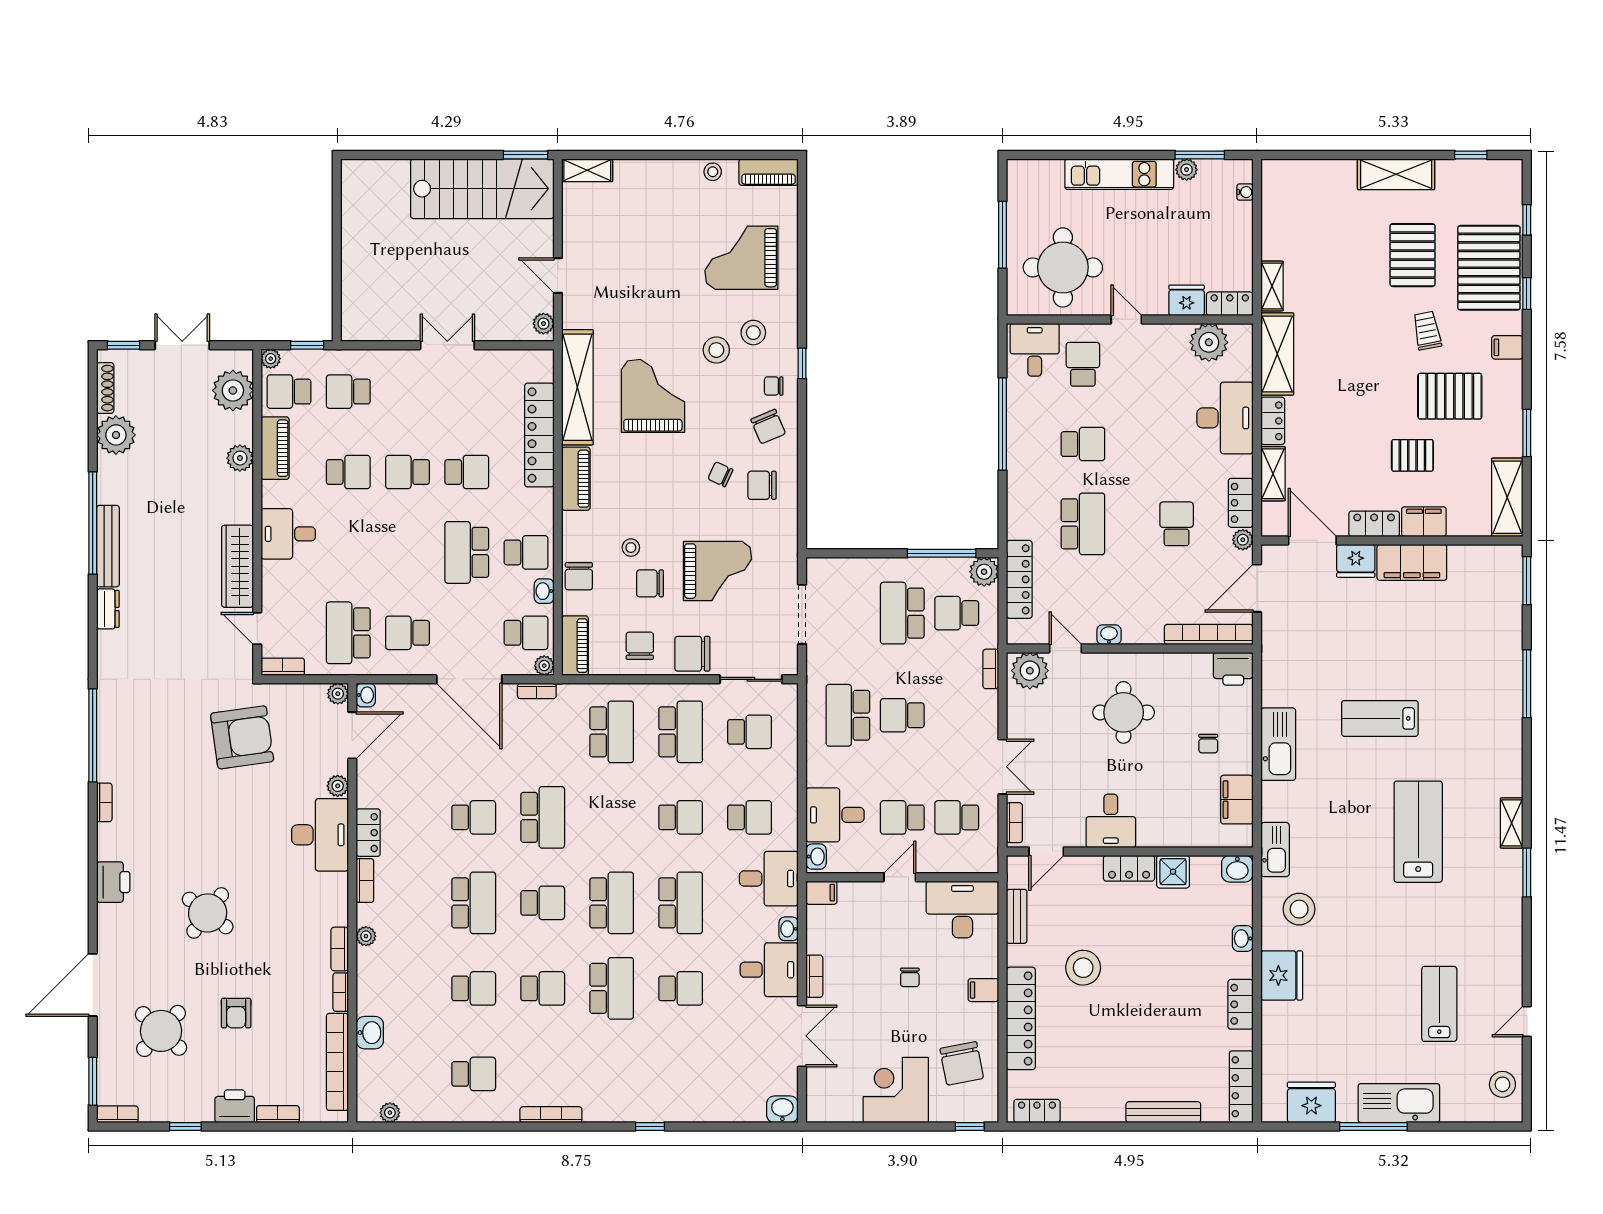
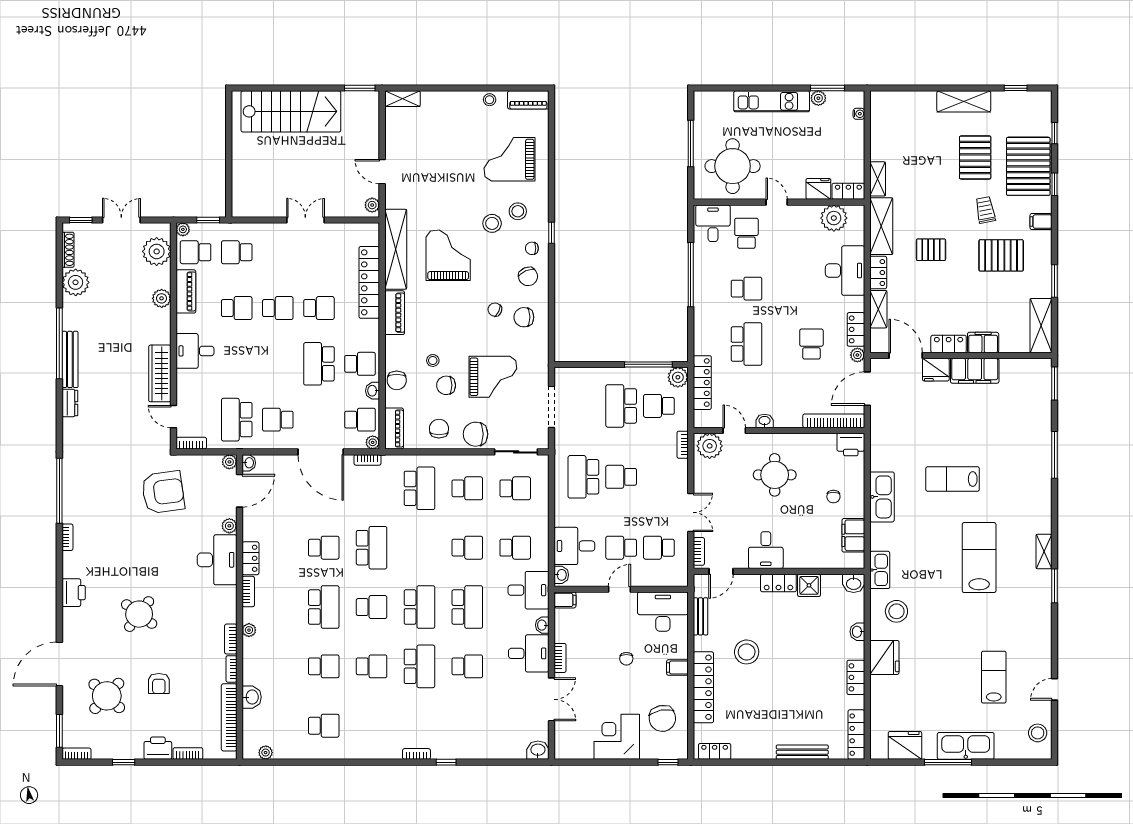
stairs: (482, 189) -> (291, 111), moved
pallet: (1412, 455) -> (931, 250), moved
school desk: (408, 472) -> (278, 308), turned 180
school desk: (681, 732) -> (467, 488), width x0.54
bookcase: (551, 1115) -> (416, 754), moved, width x0.64

